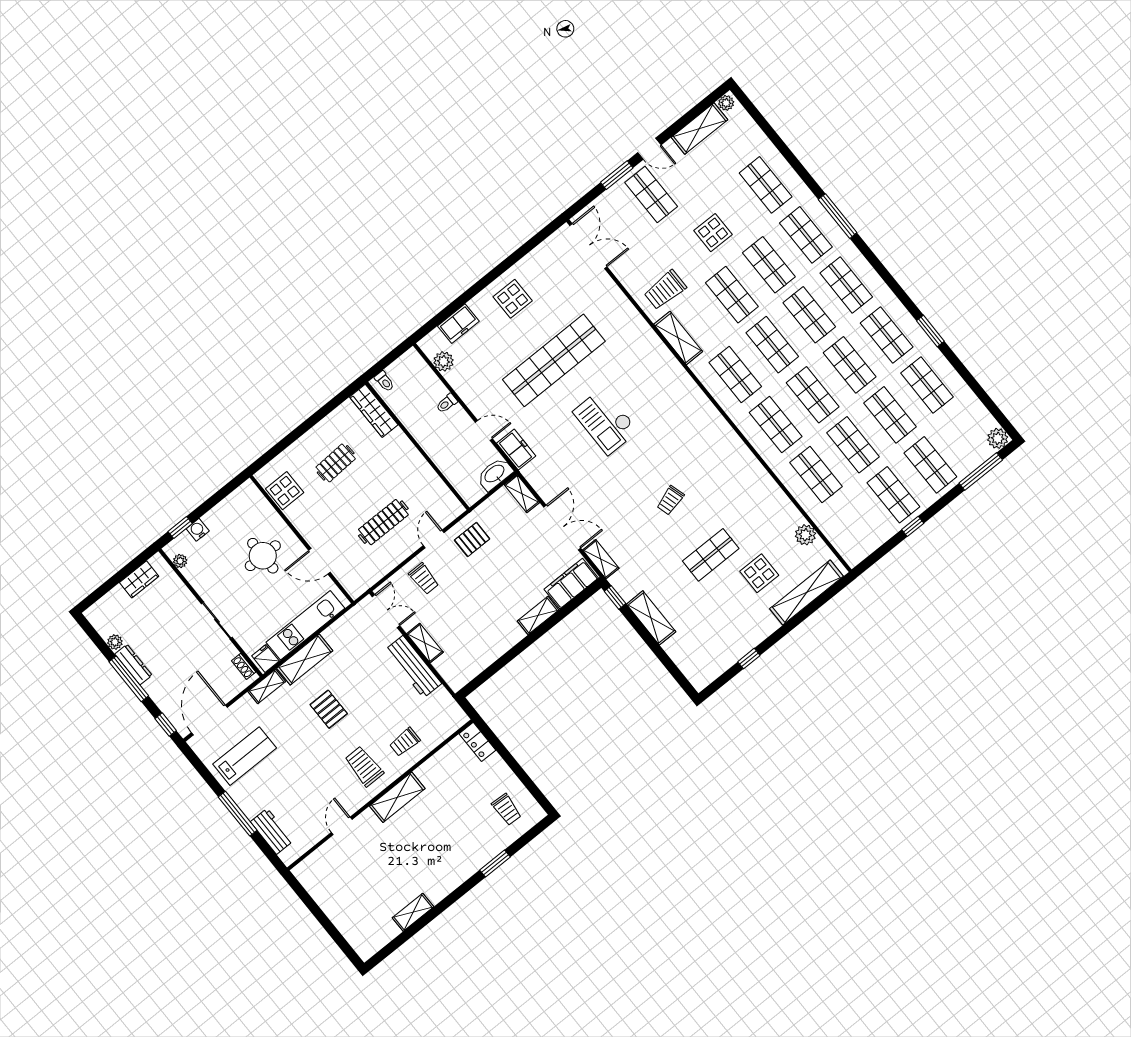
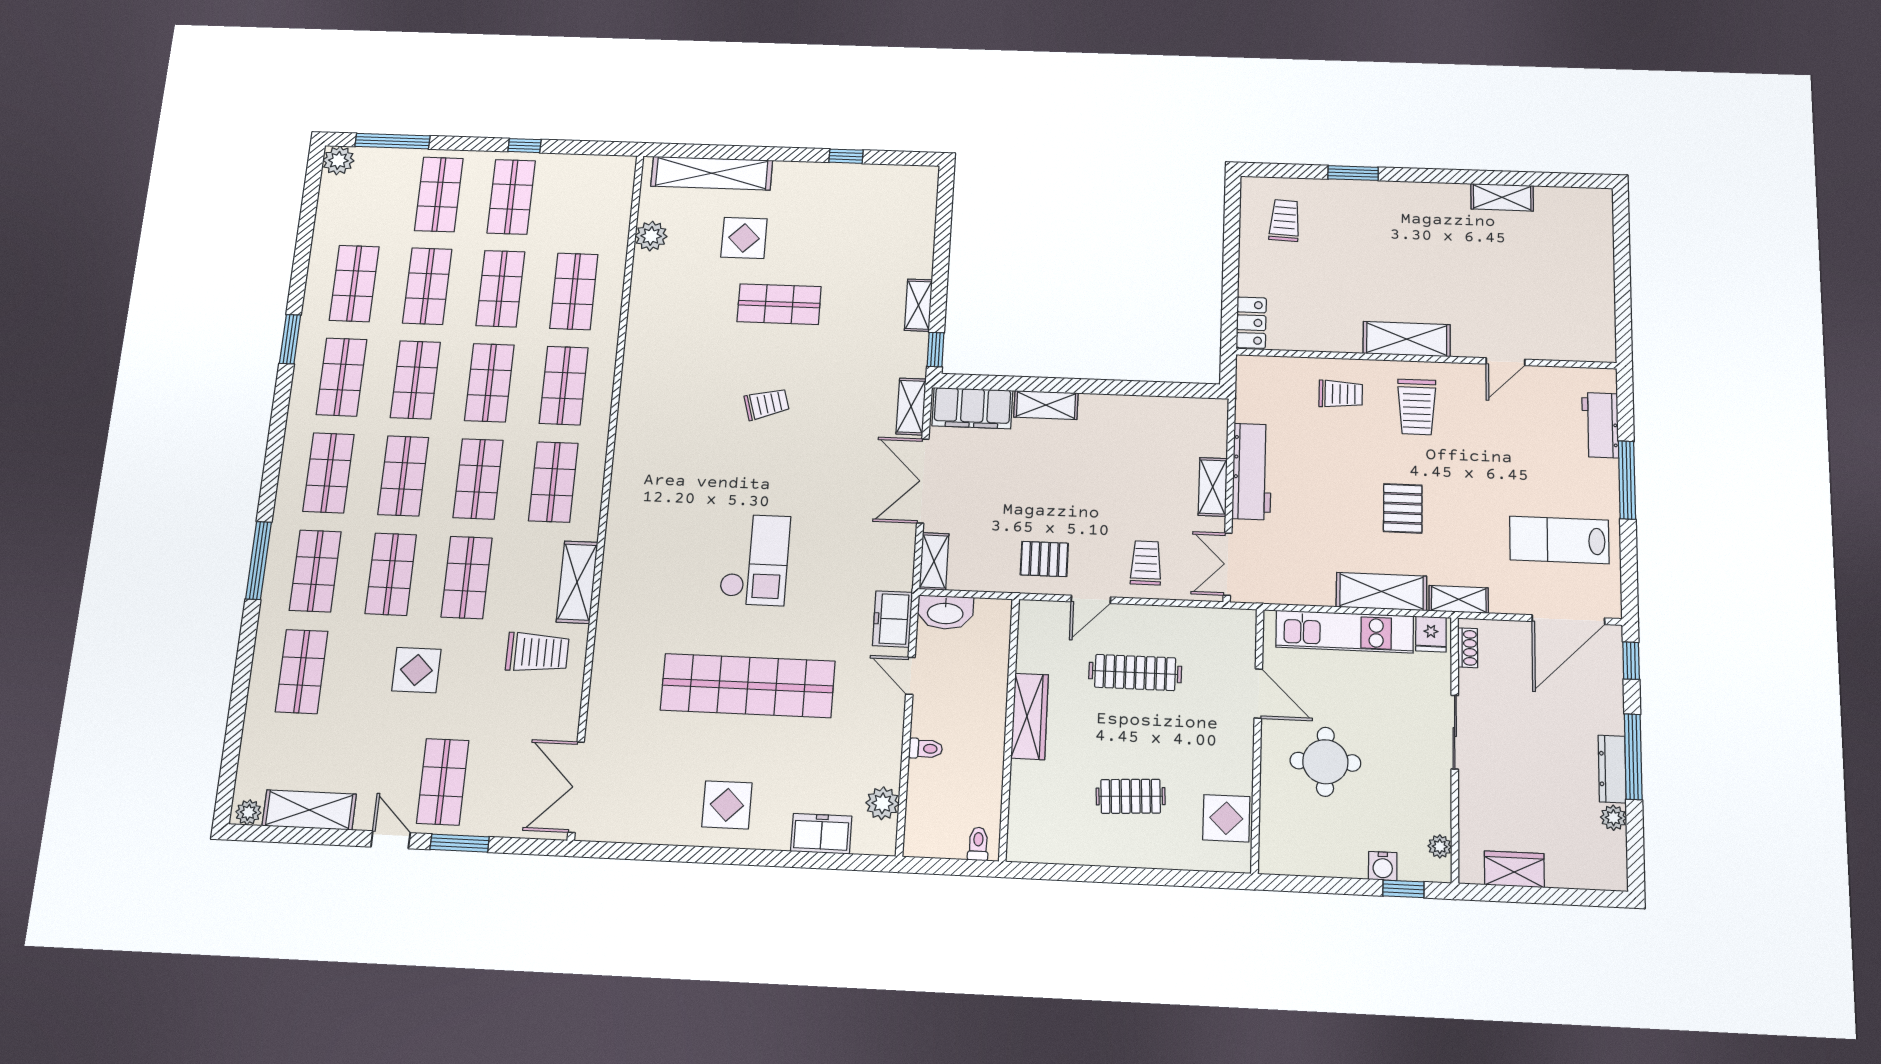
wardrobe: (374, 411) -> (1030, 716), moved
shelving: (651, 618) -> (918, 305), width x0.67, depth x0.75

